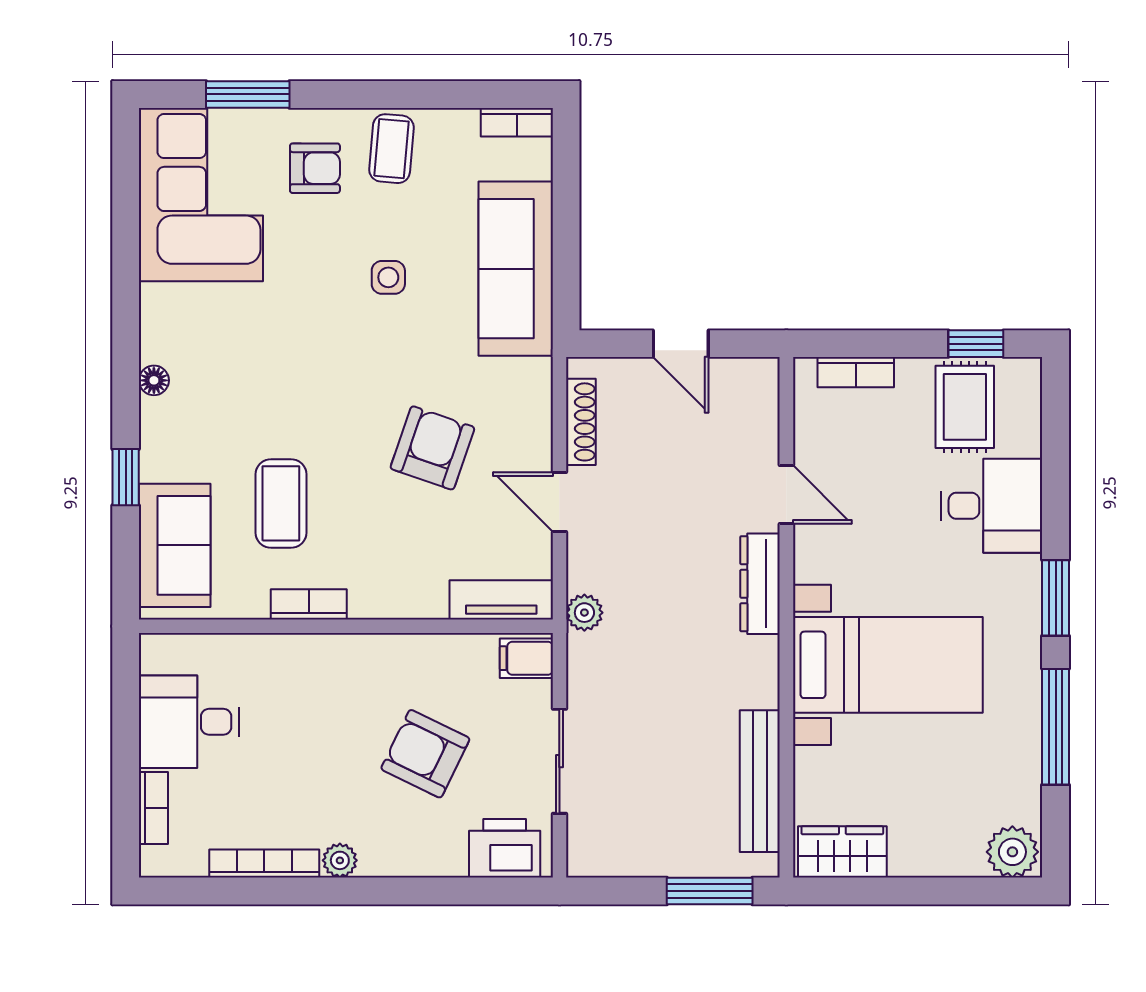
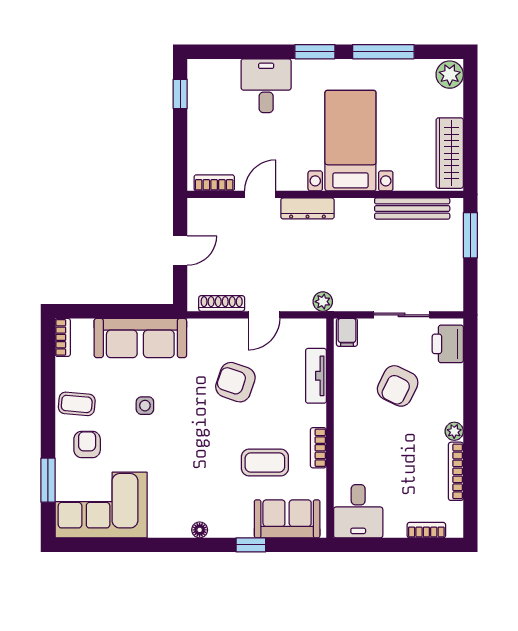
bookcase: (856, 372) -> (214, 183), moved, turned -90
rug: (965, 407) -> (214, 100), removed
tv unit: (501, 600) -> (316, 376), moved
desk: (189, 722) -> (358, 511), moved
wardrobe: (842, 852) -> (450, 153), width x1.50

